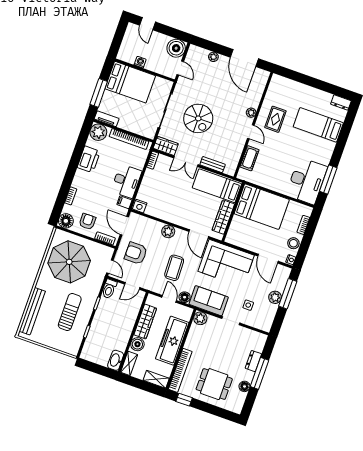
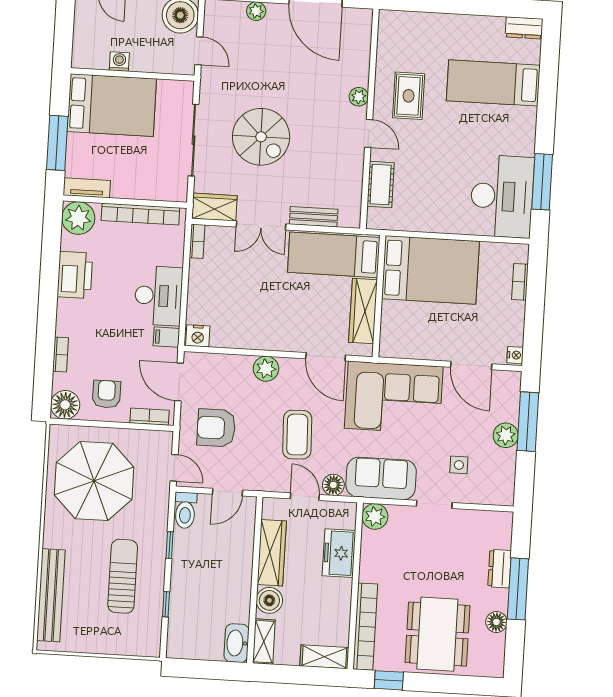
stool: (293, 243) -> (511, 322), removed
freezer: (172, 341) -> (339, 553), width x0.52, depth x0.79
dining table: (214, 384) -> (437, 634), width x1.38

